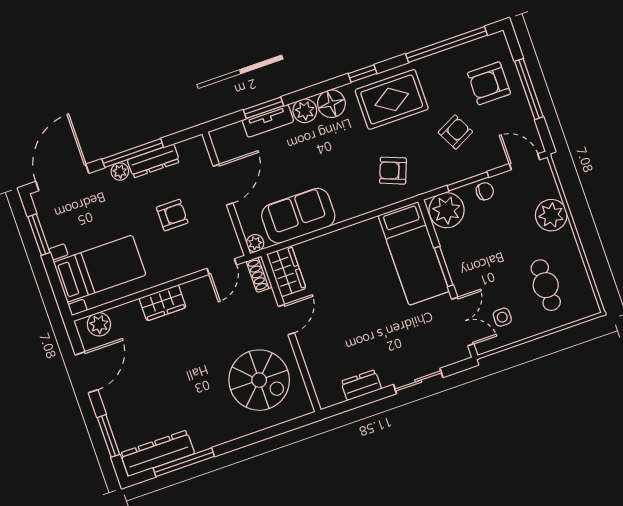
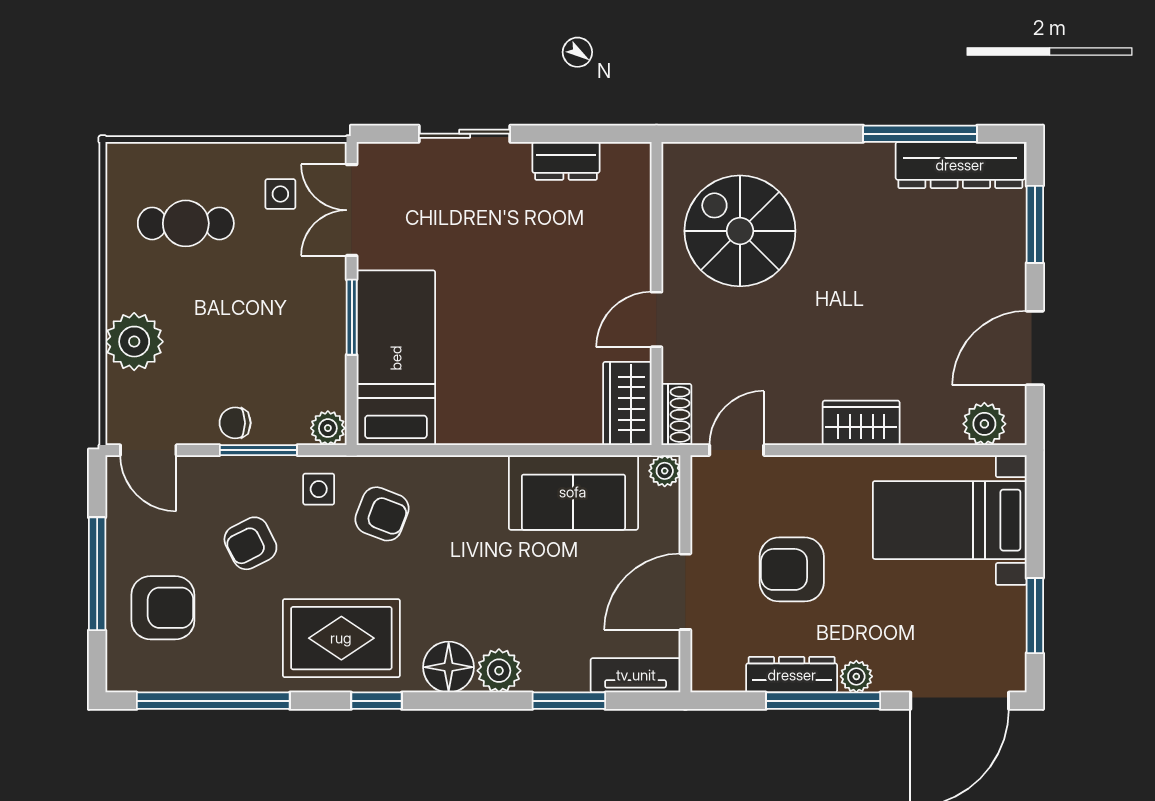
tv unit: (268, 121) -> (636, 675), moved
side table: (430, 172) -> (319, 489), added
plant: (447, 210) -> (328, 428), width x0.53, depth x0.53
armchair: (172, 215) -> (792, 569), width x1.38, depth x1.38
cafe table: (546, 285) -> (186, 223), turned 90

